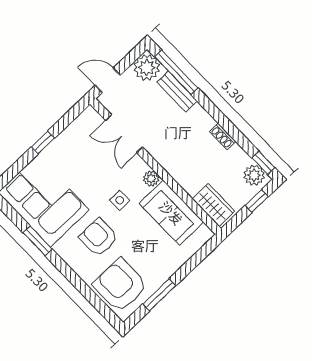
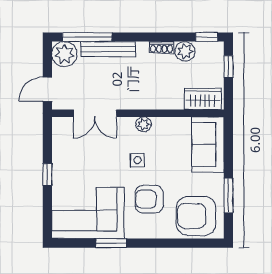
bench: (177, 92) -> (108, 49), width x1.36
plant: (254, 175) -> (185, 51), moved
sofa: (171, 213) -> (208, 145), moved, turned 90

